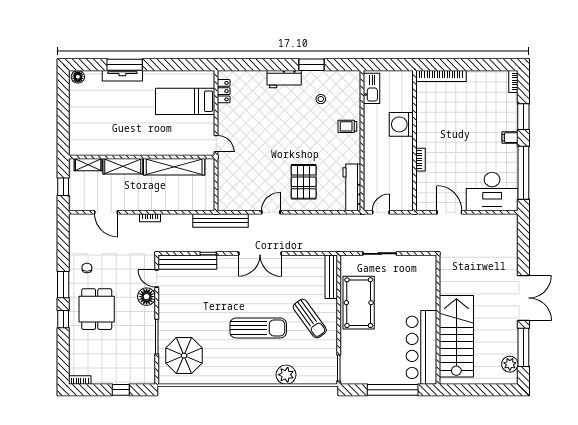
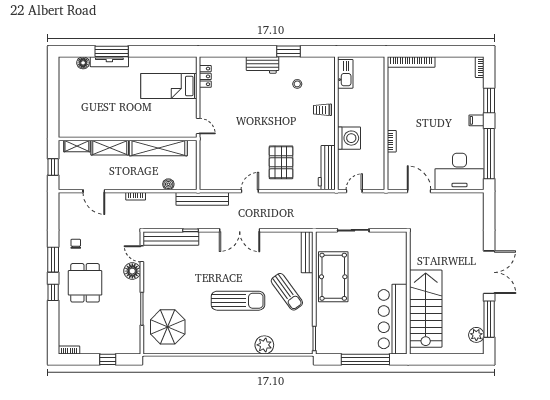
floor lamp: (78, 77) -> (83, 63), moved
washing machine: (401, 124) -> (349, 138), moved, turned 180
boiler: (185, 205) -> (168, 184), added

